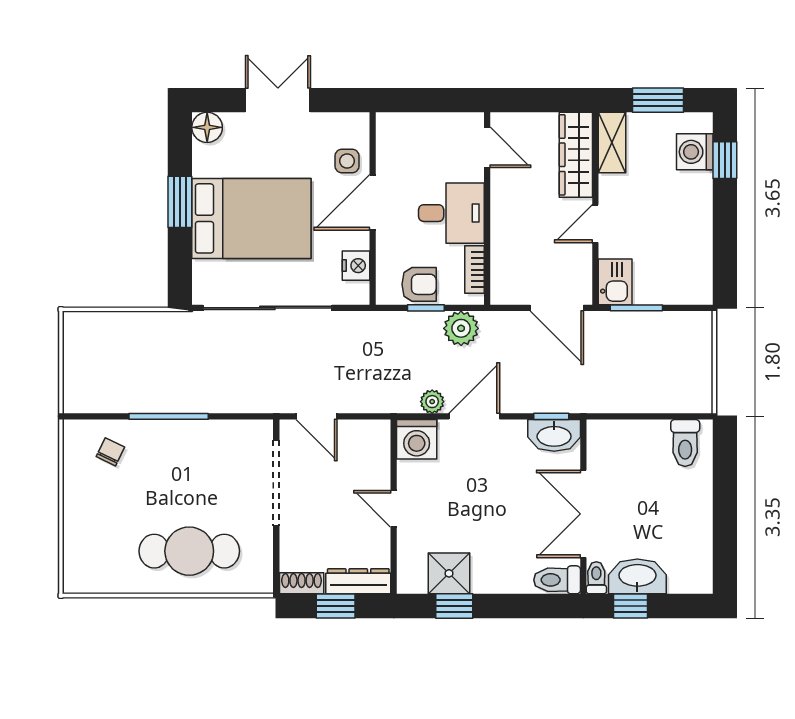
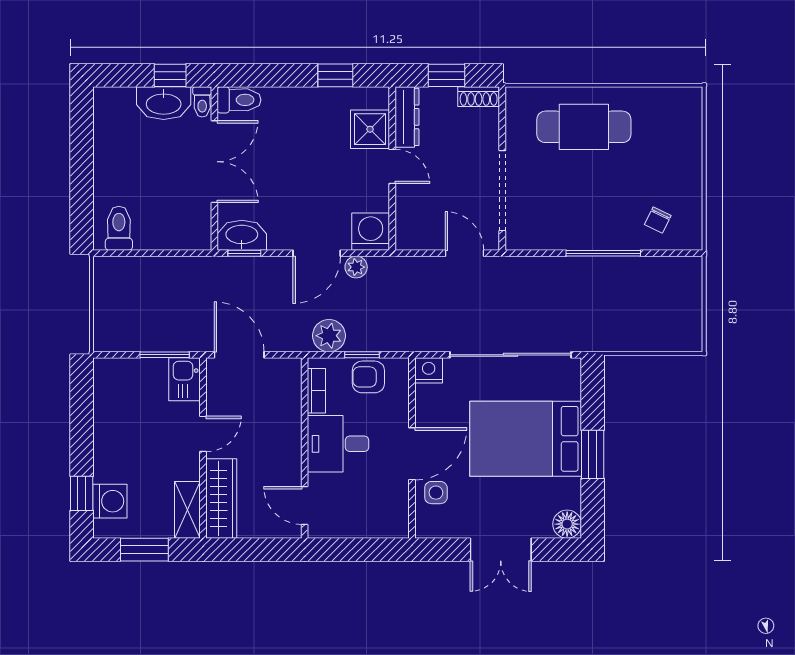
nightstand: (356, 266) -> (429, 370), moved, turned 90
shower: (449, 573) -> (370, 129), moved
dresser: (358, 581) -> (407, 117), moved, turned -90

